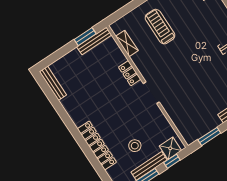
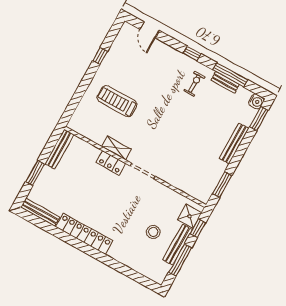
window: (85, 37) -> (35, 173), moved
shelving: (127, 43) -> (116, 148), moved
locker: (97, 145) -> (84, 234), moved

